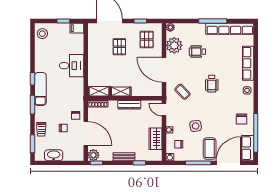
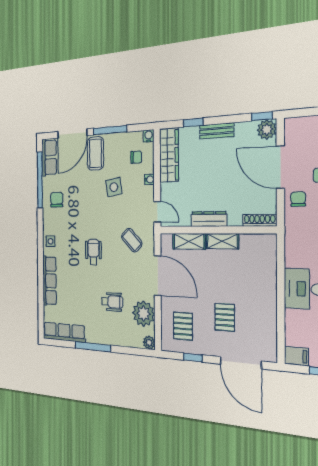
row of seats: (230, 29) -> (64, 332), width x0.73
shelving: (99, 91) -> (189, 241), moved
wardrobe: (156, 139) -> (169, 155), width x1.50

